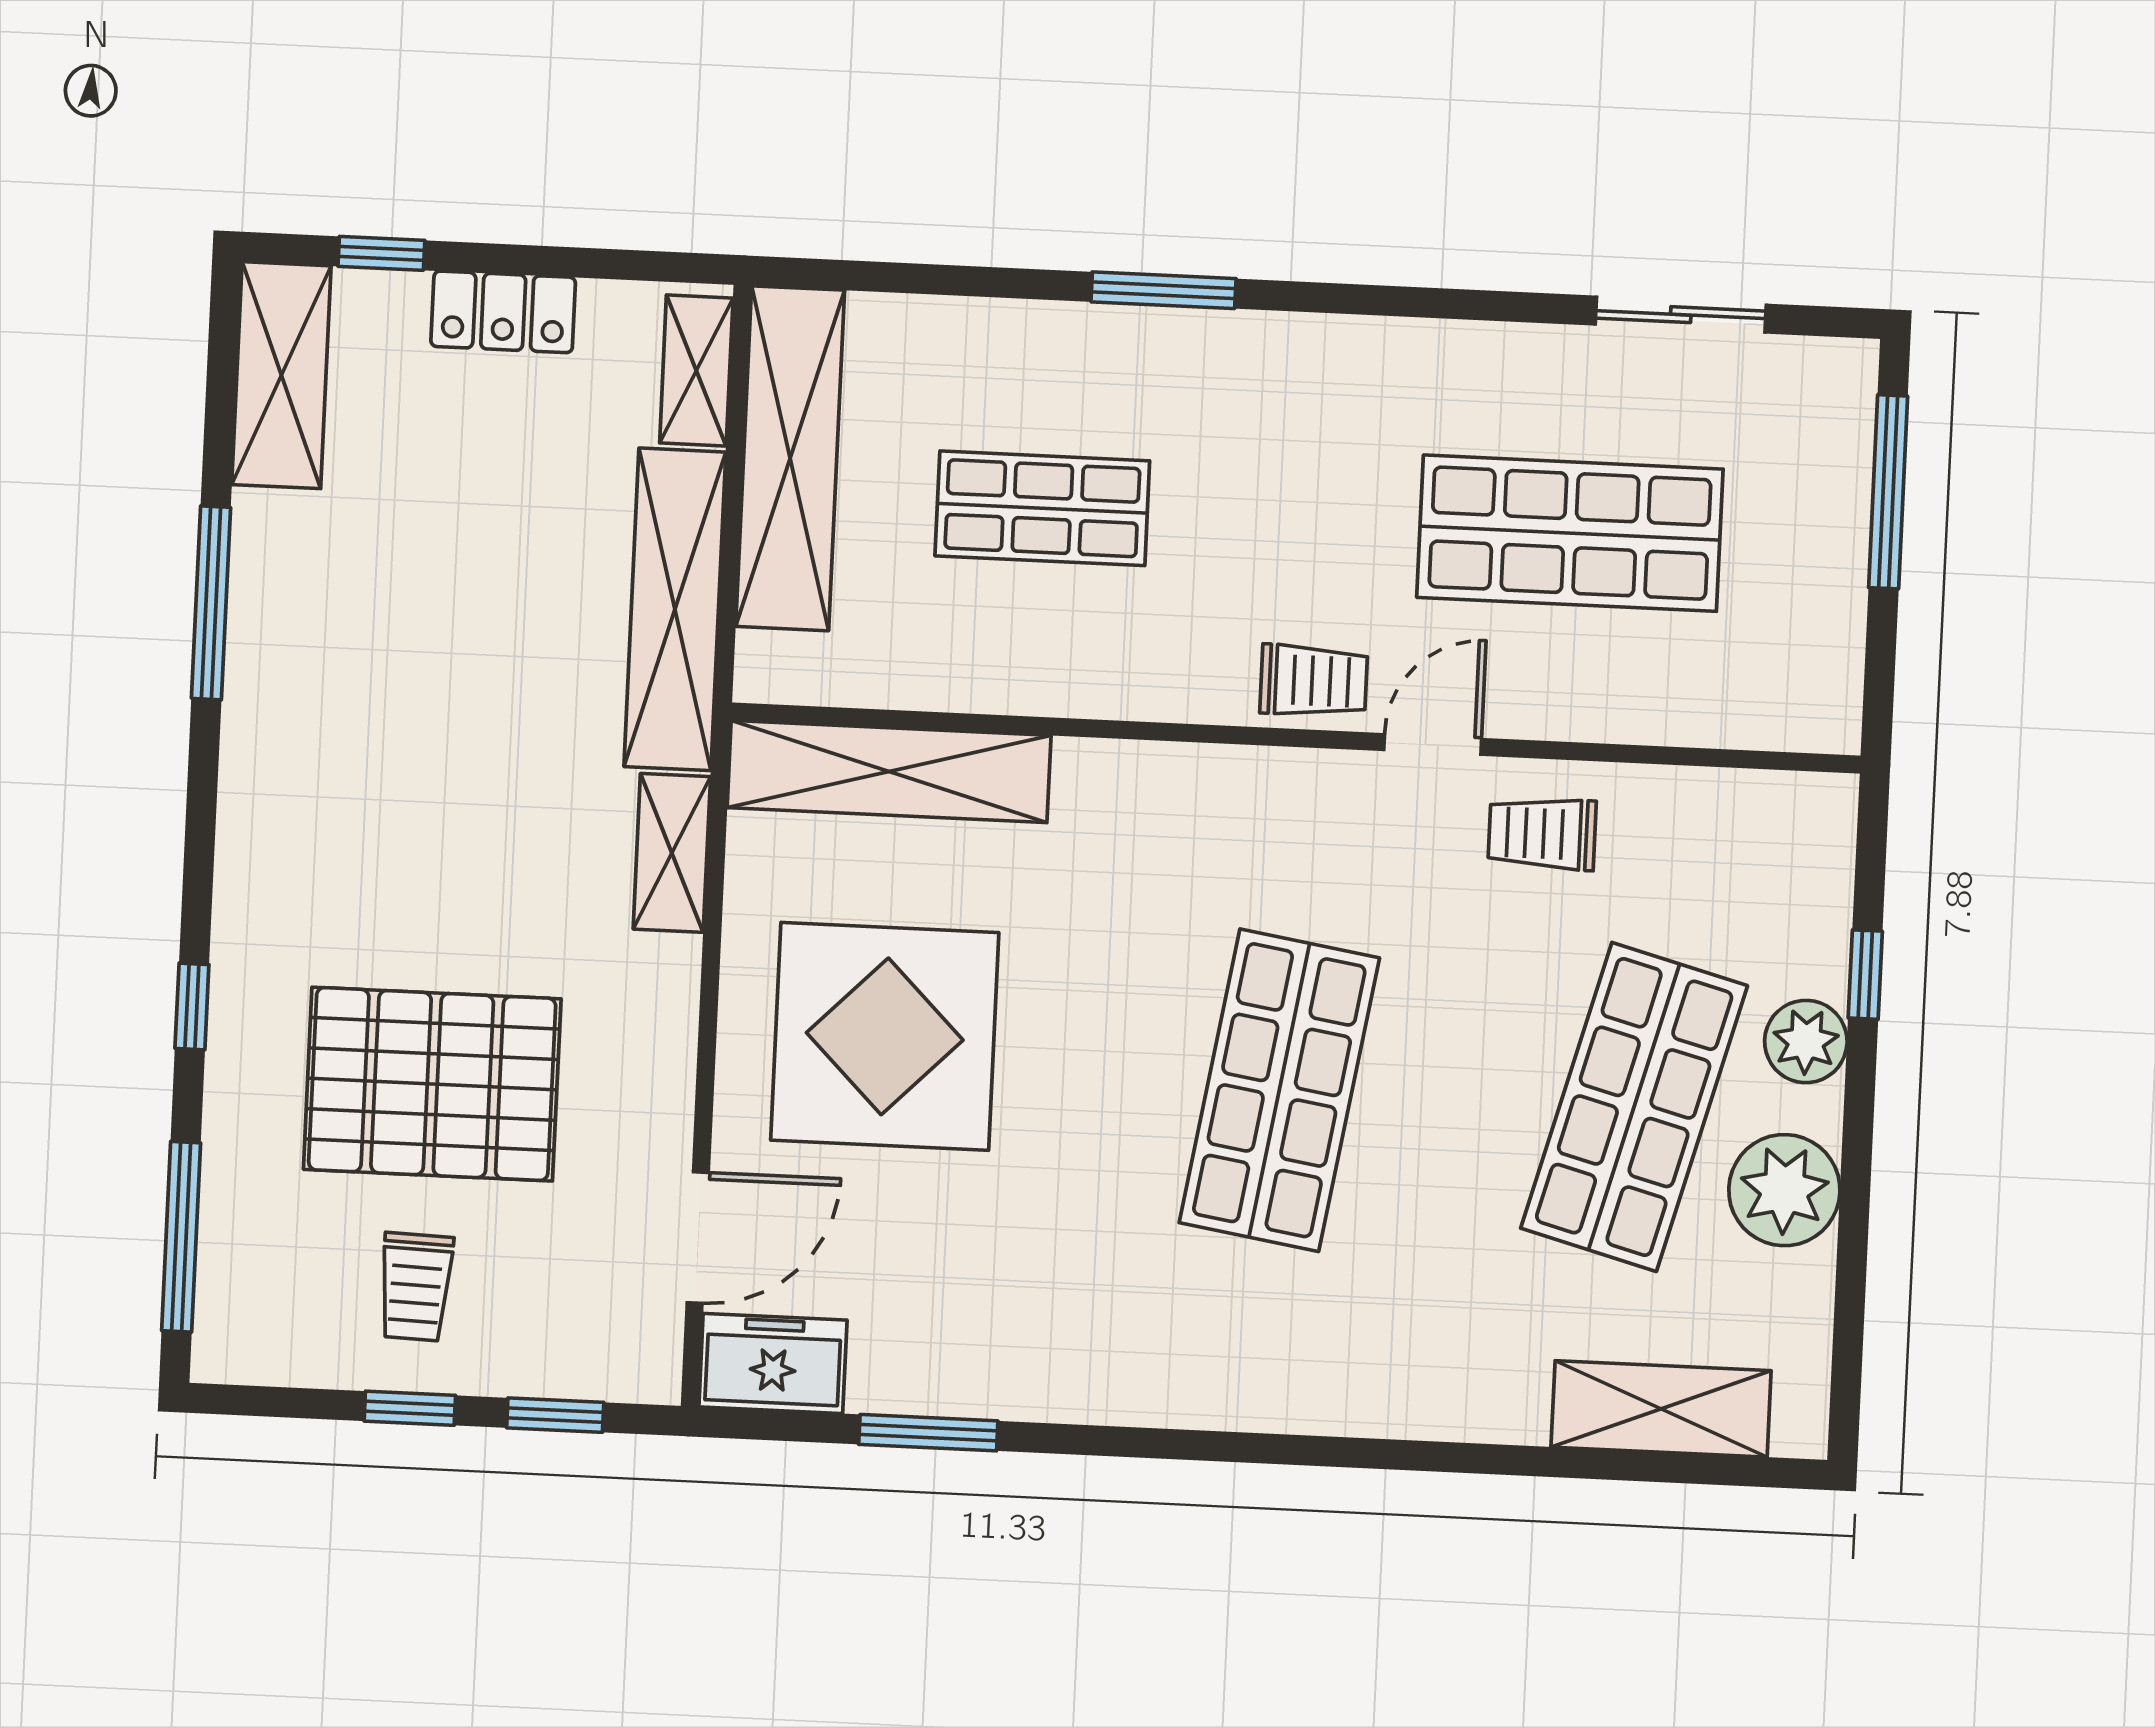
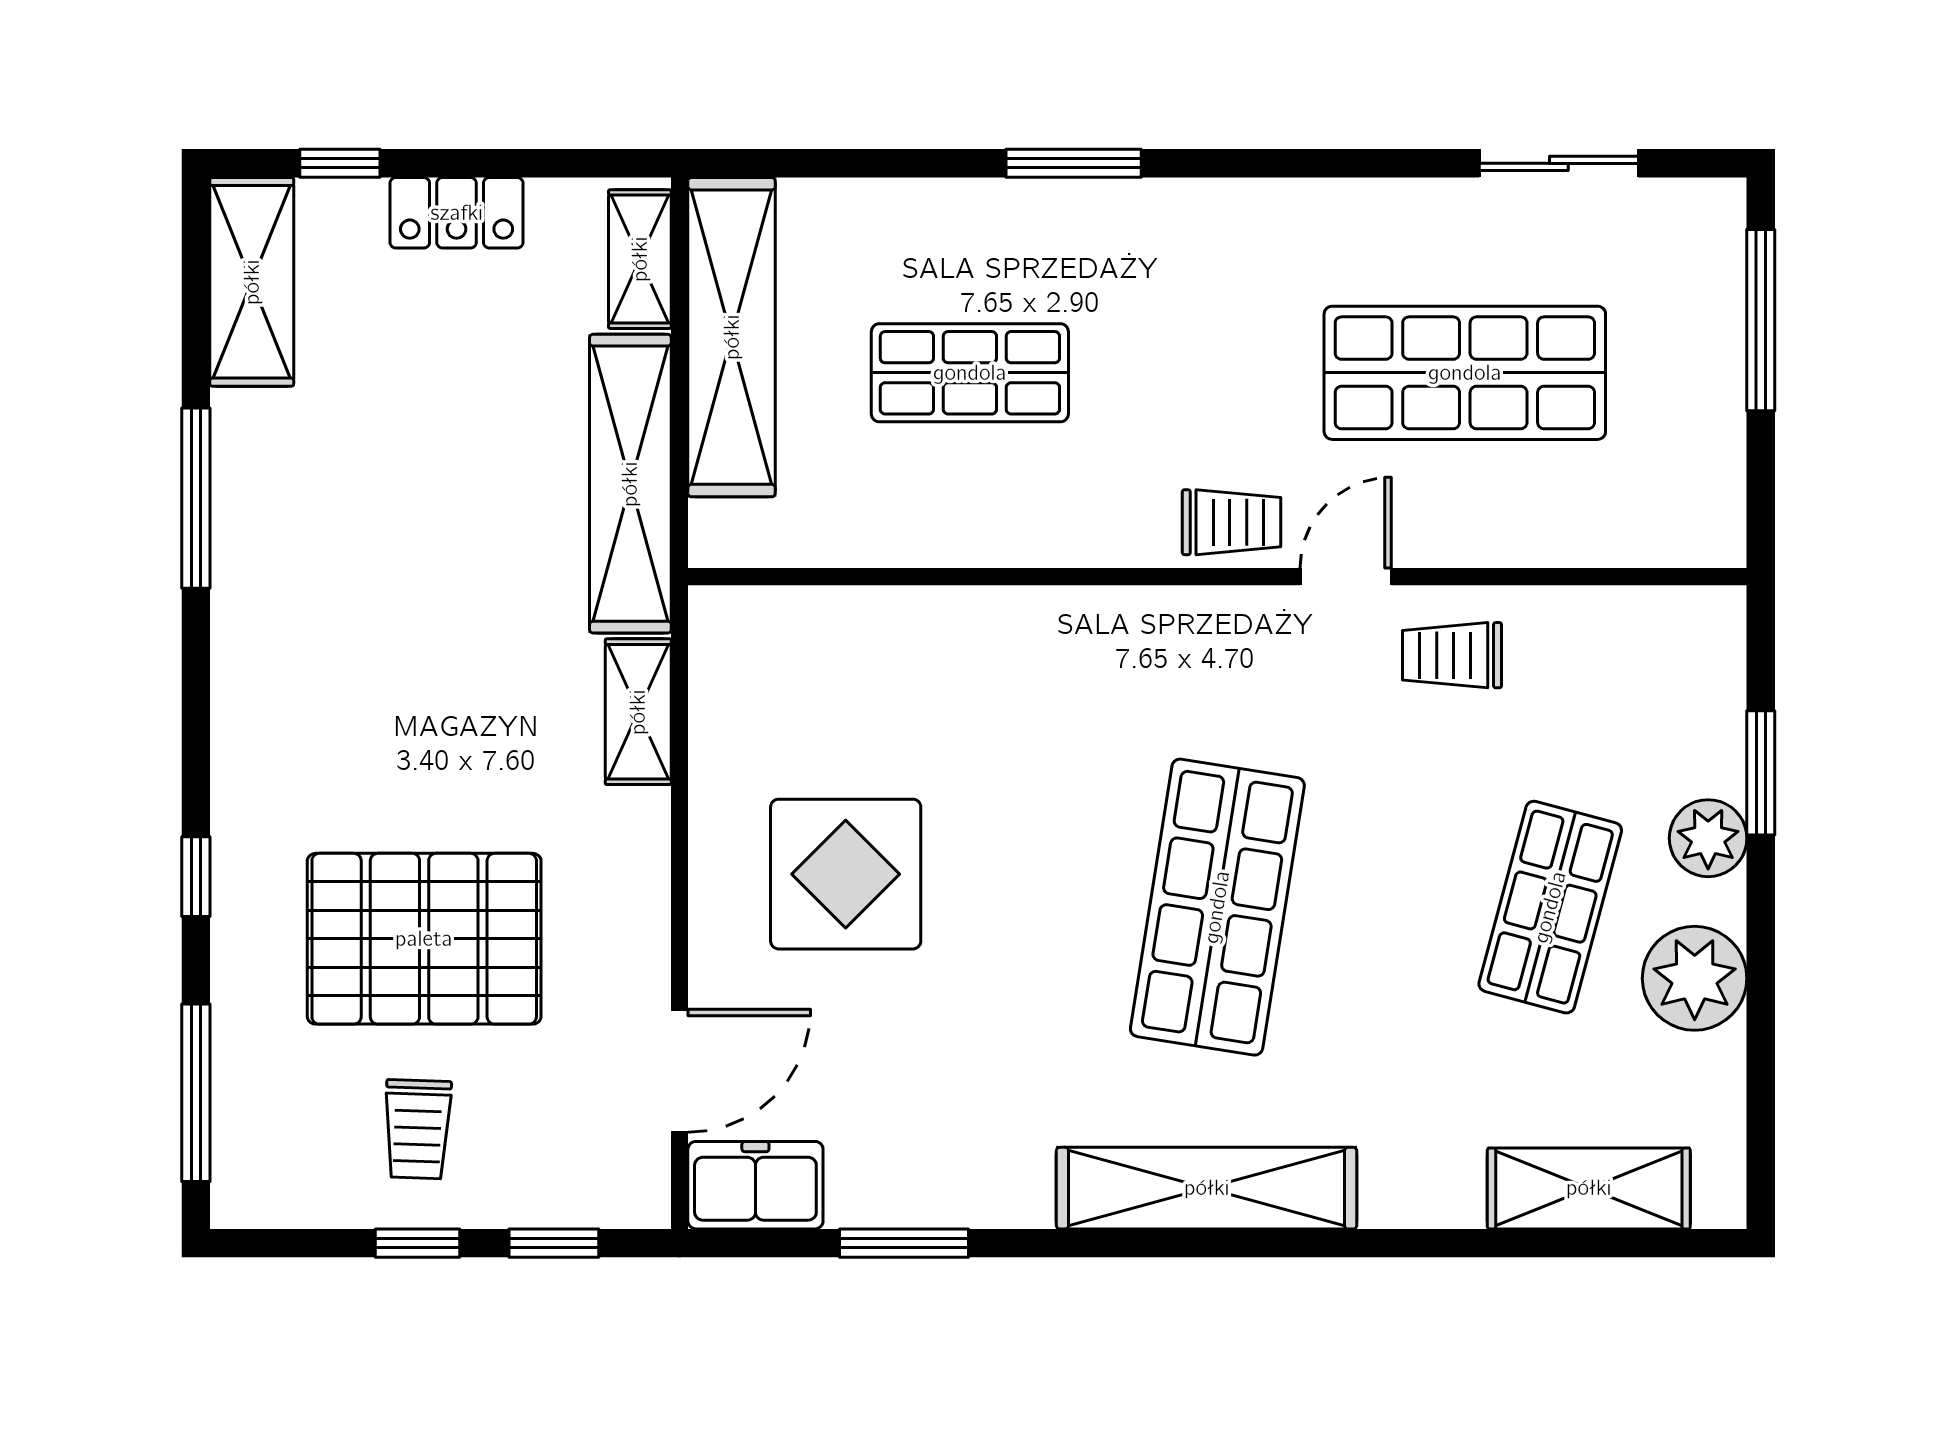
shelving: (889, 772) -> (1207, 1188), moved
window: (1865, 975) -> (1761, 773), width x1.50
display table: (885, 1036) -> (846, 874), width x0.73, depth x0.73
shop shelf: (1634, 1107) -> (1550, 907), width x0.70, depth x0.74

